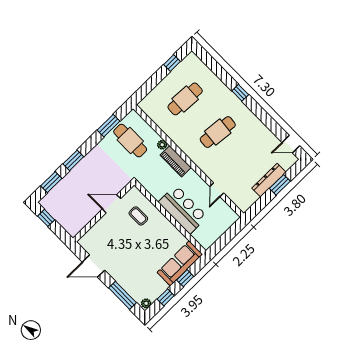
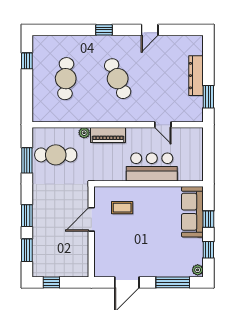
cafe table: (218, 132) -> (118, 79), turned -30
door: (291, 144) -> (150, 30), moved
window: (280, 185) -> (208, 97), moved

